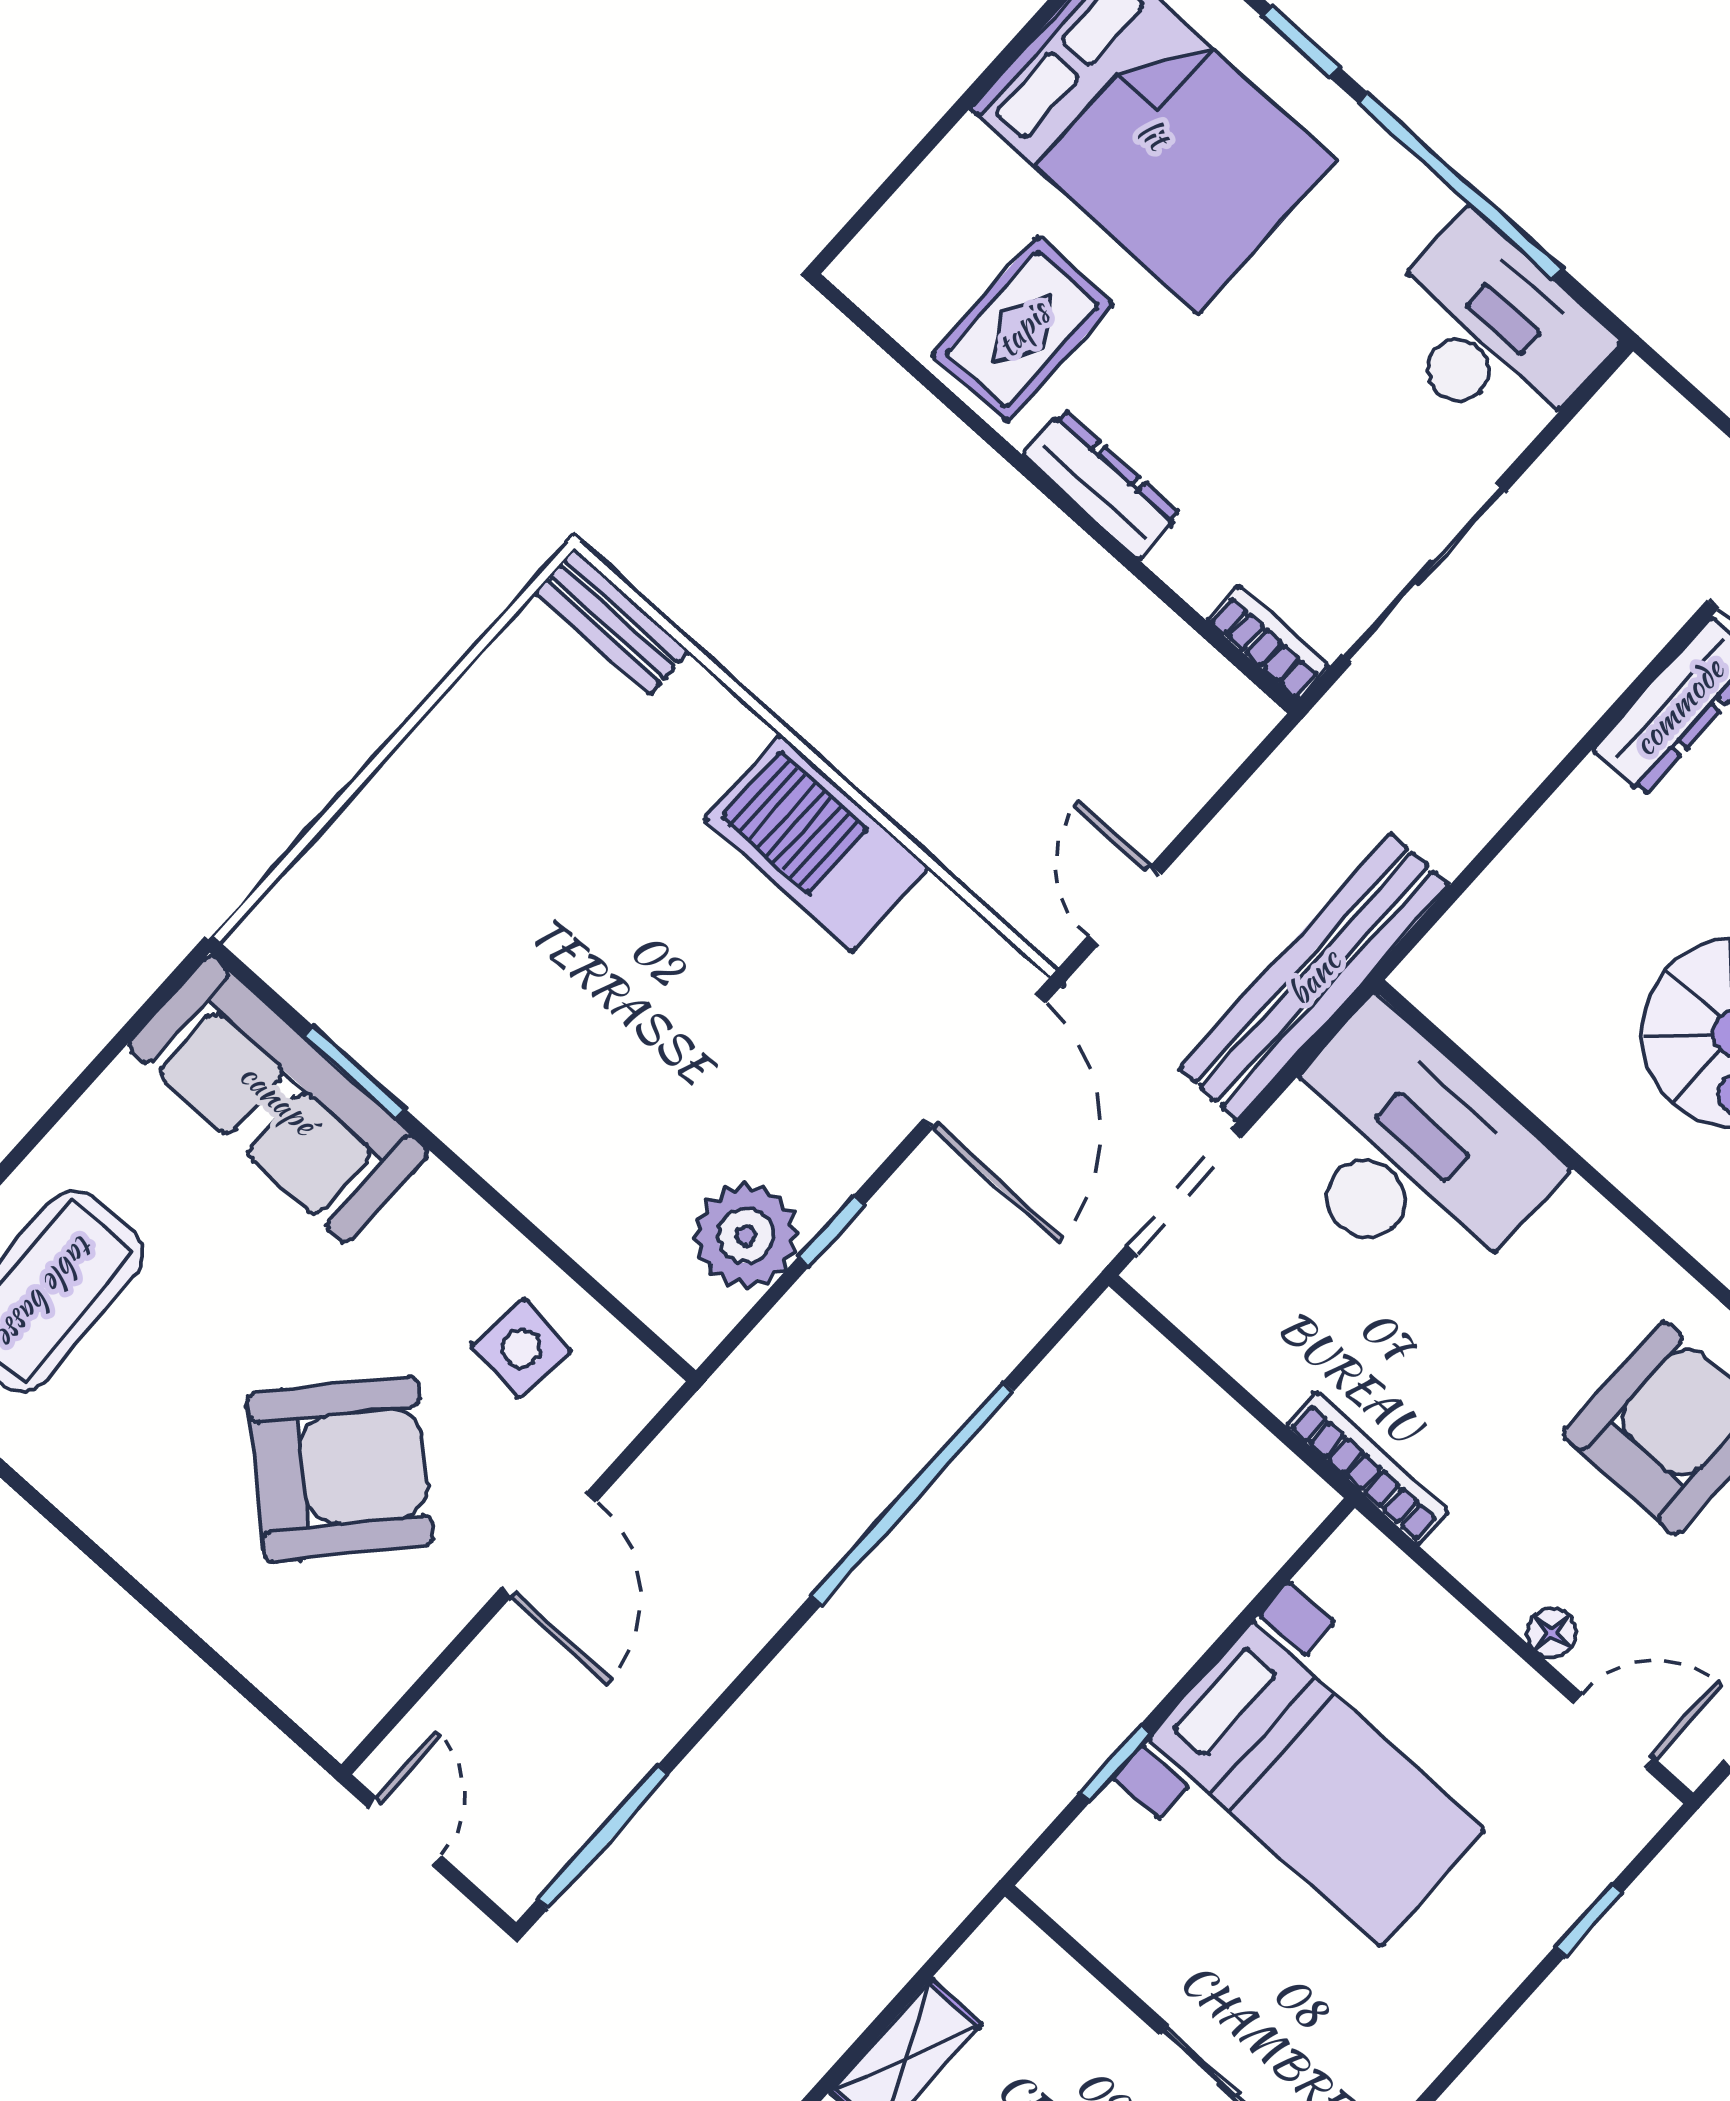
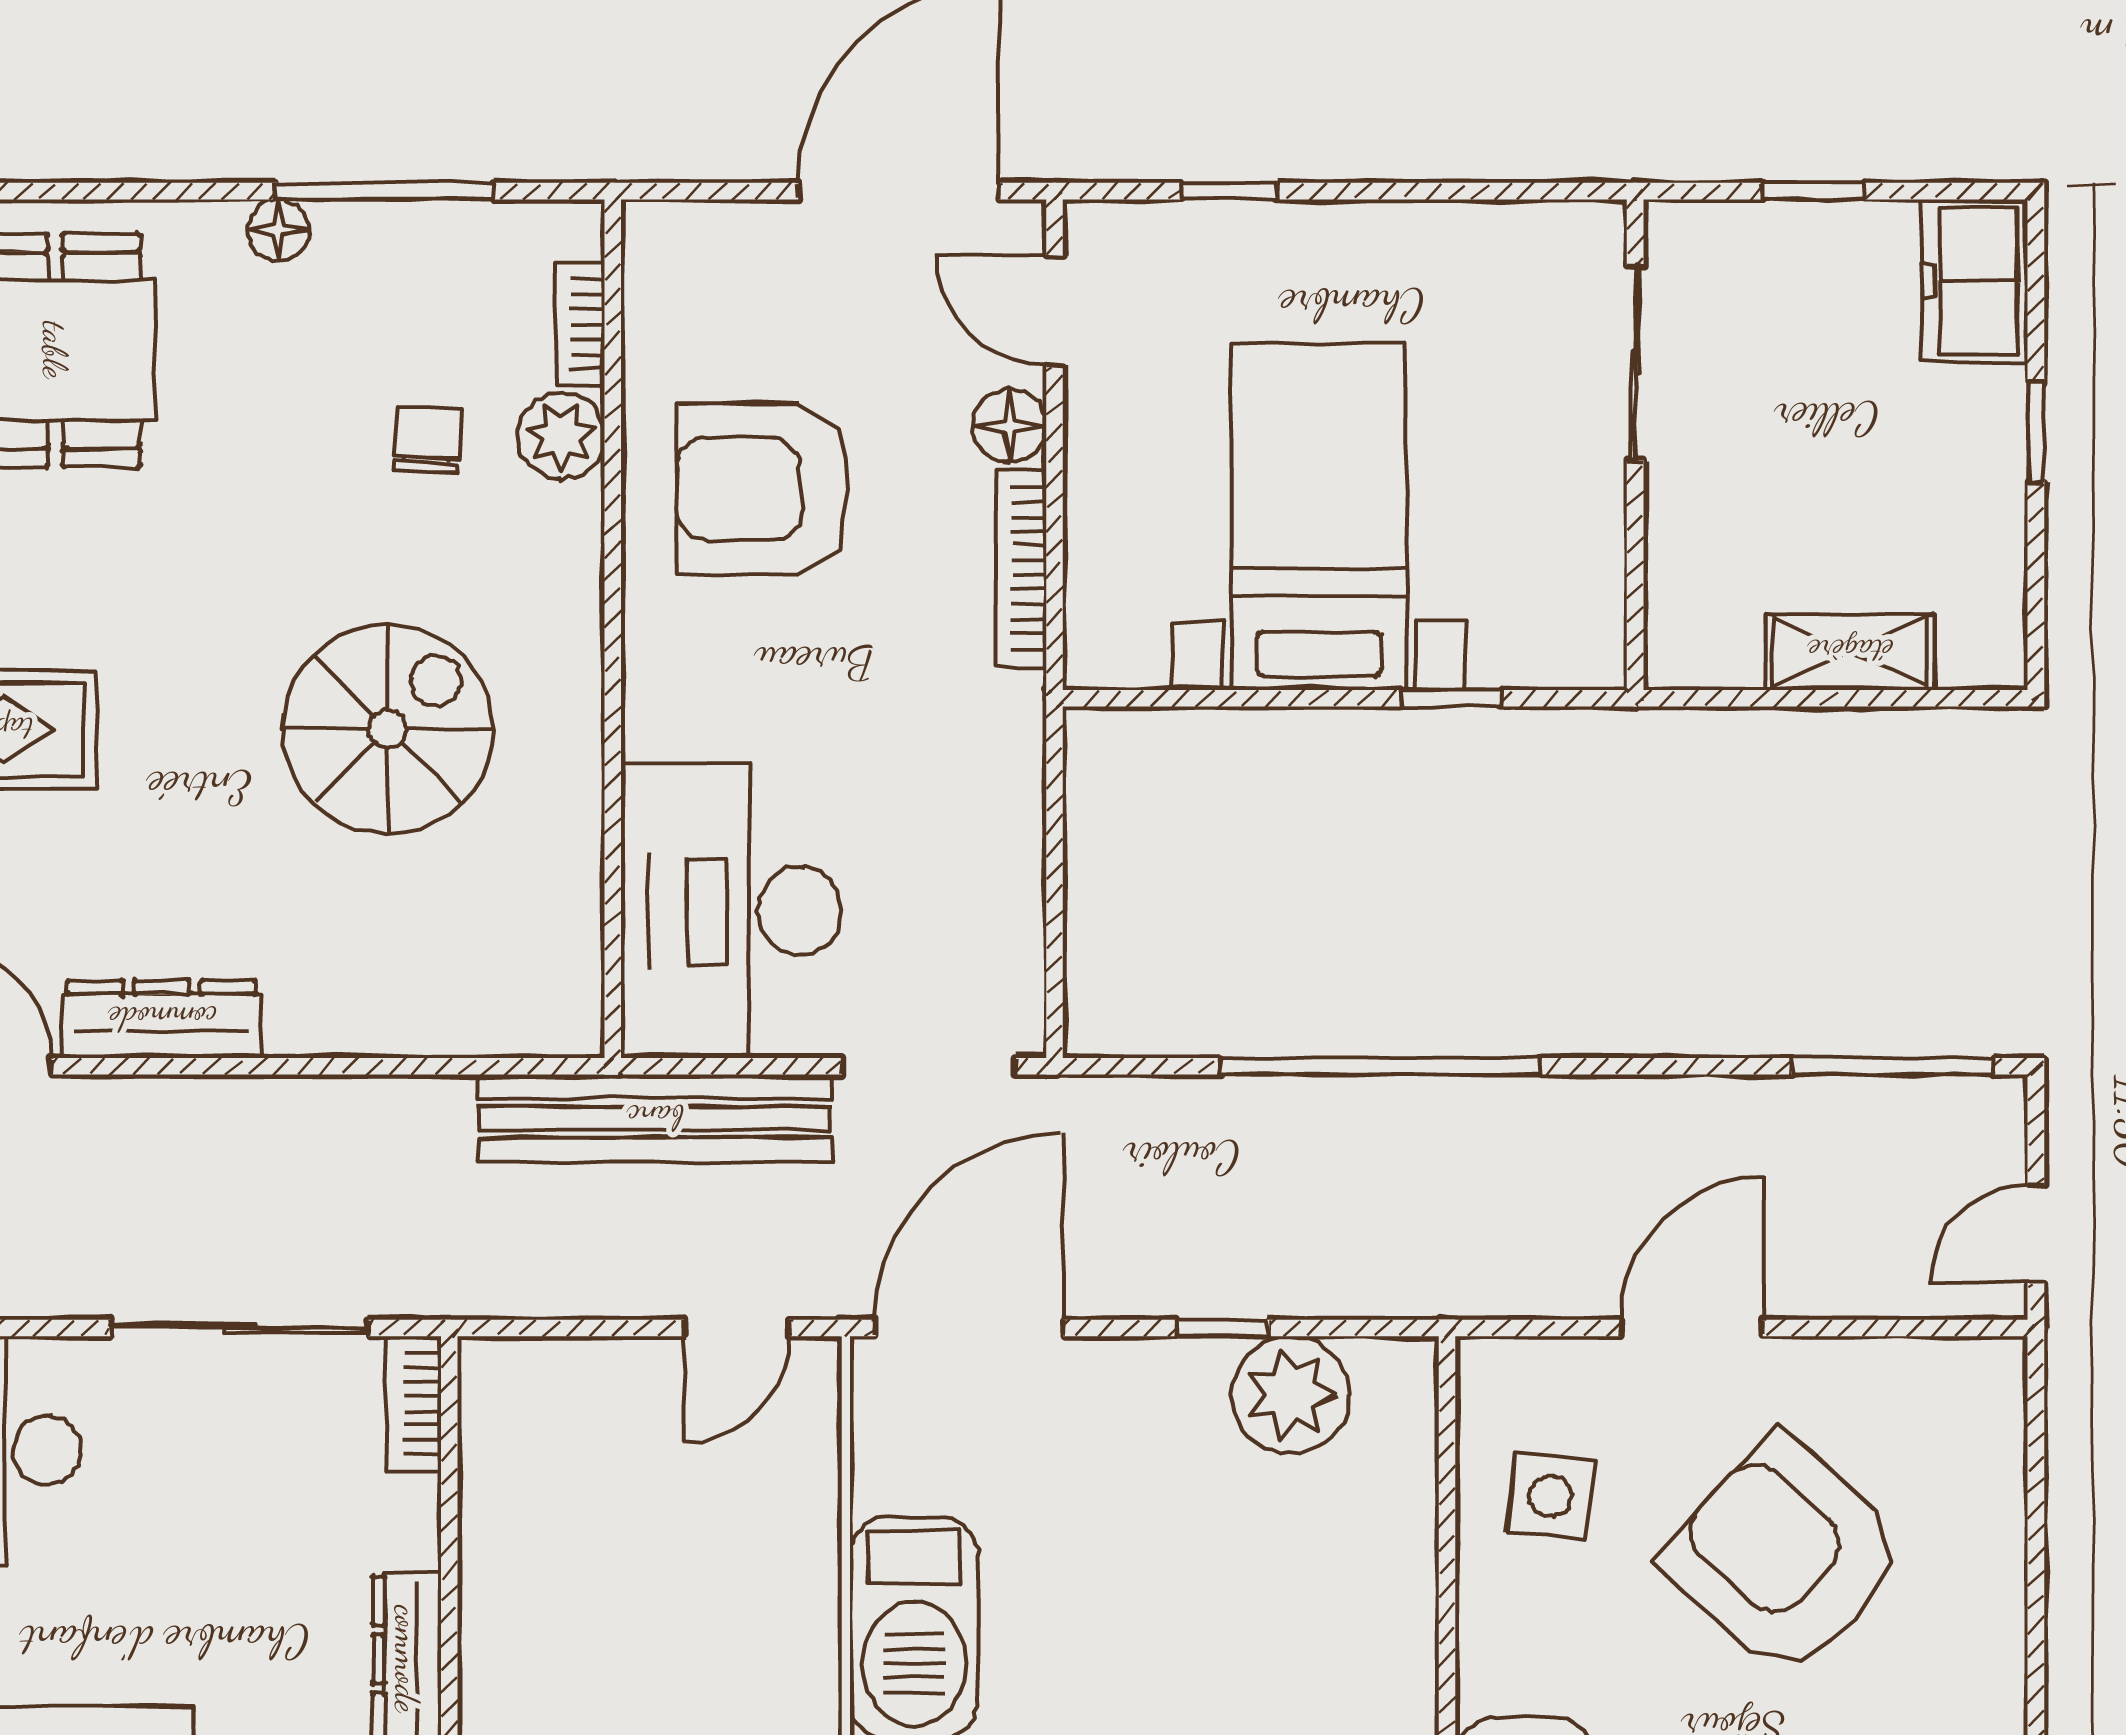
bookcase: (1367, 1469) -> (1021, 568), moved
floor lamp: (1551, 1632) -> (1009, 425), width x1.37, depth x1.37

